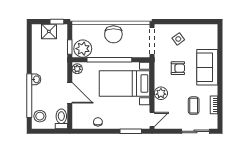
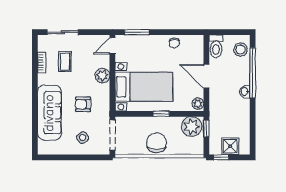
window: (109, 60) -> (161, 114), width x0.32
sofa: (207, 67) -> (49, 113), width x1.36

